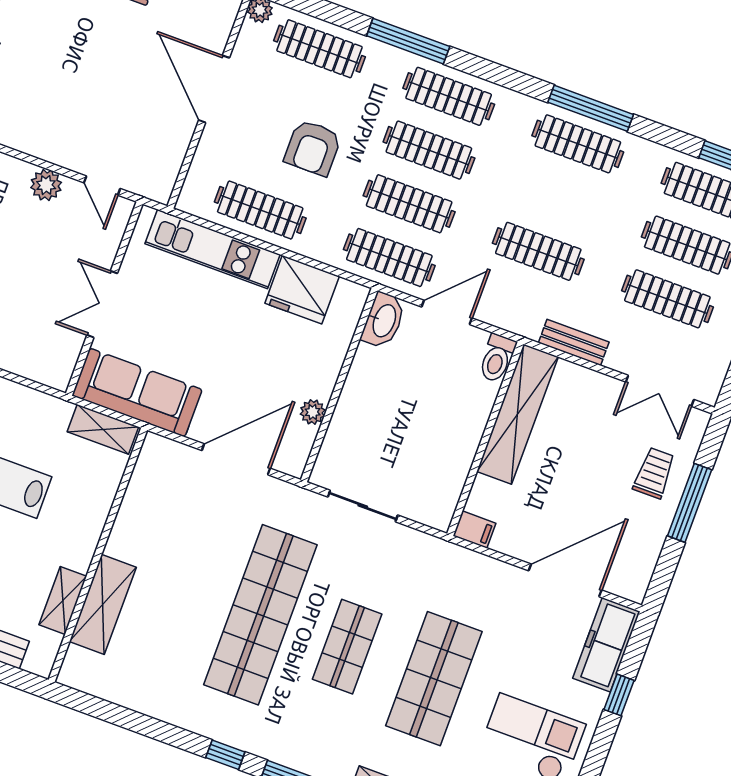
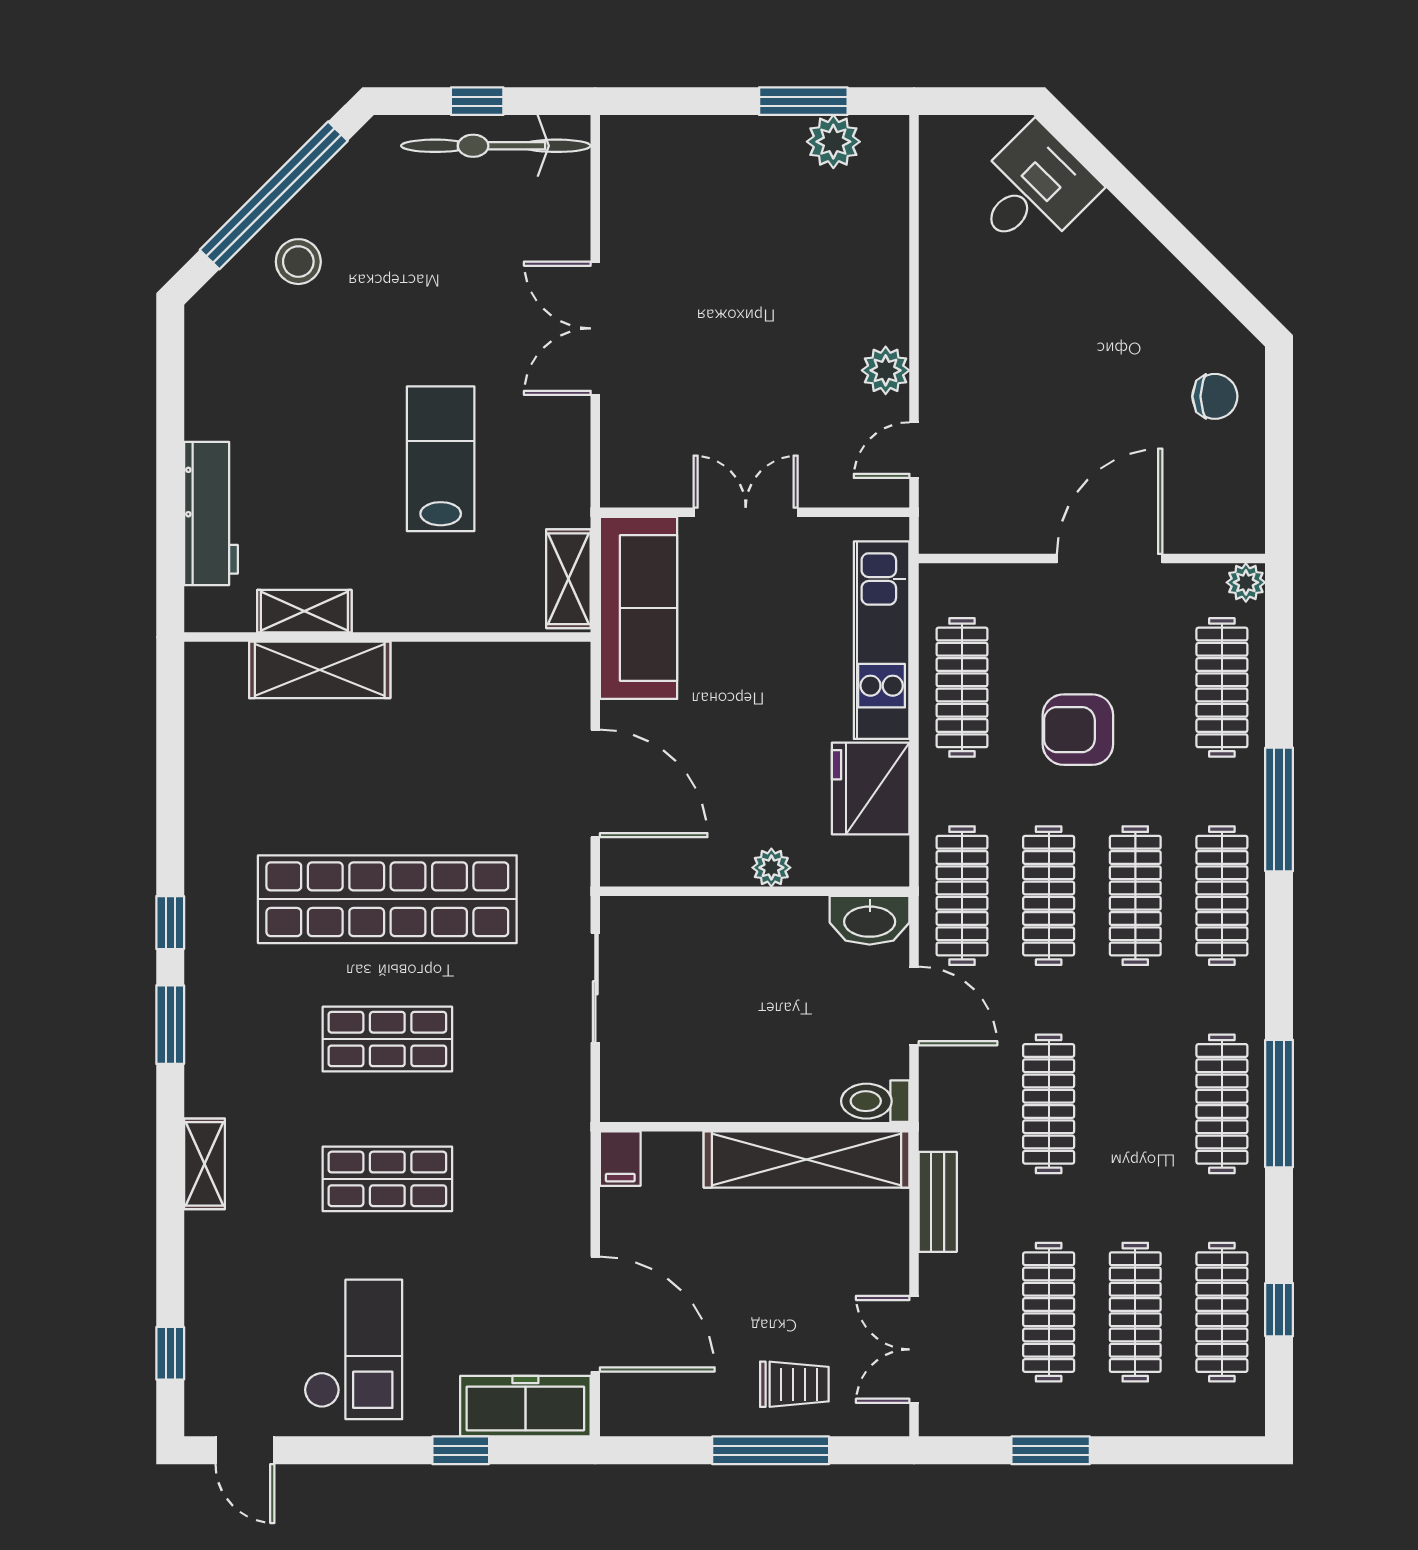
plant: (313, 412) -> (771, 868), moved
shop shelf: (434, 679) -> (387, 1179), width x0.70, depth x0.74

